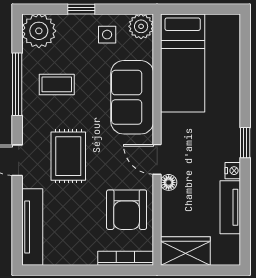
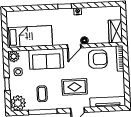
tv unit: (230, 207) -> (94, 12), removed

